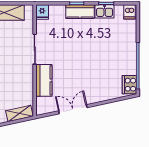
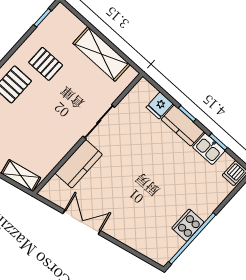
fridge: (42, 12) -> (160, 105), moved
cooker: (130, 85) -> (188, 225), moved

